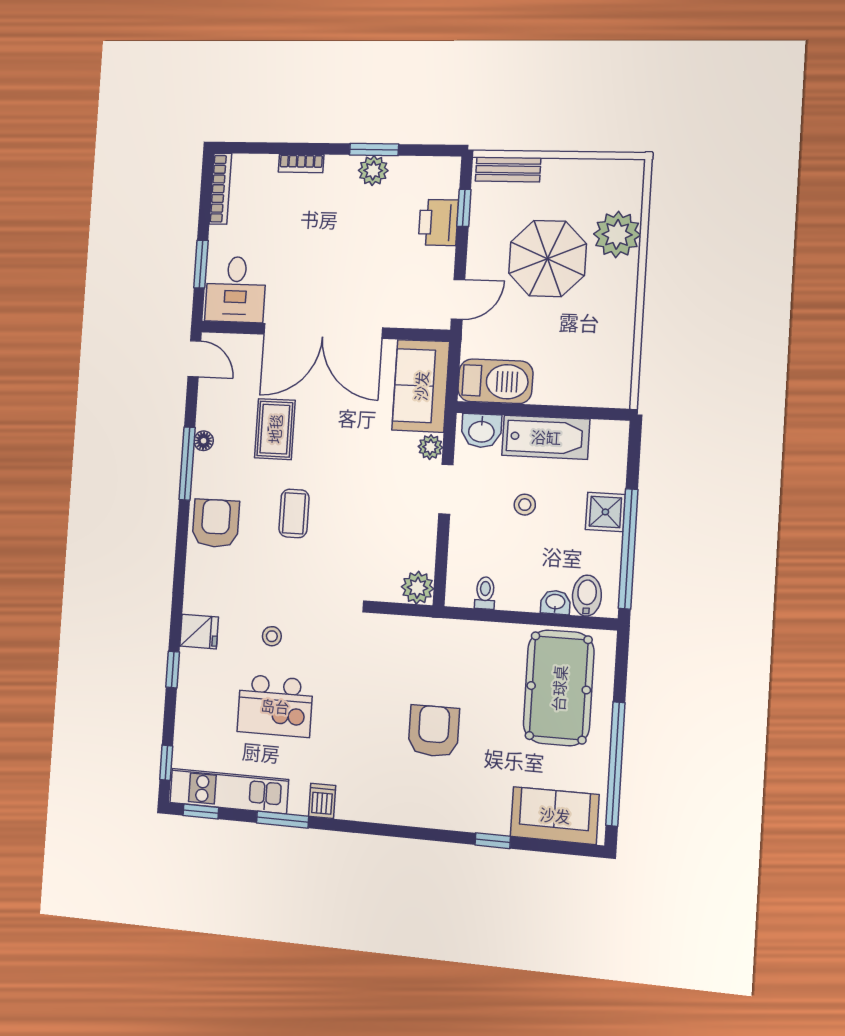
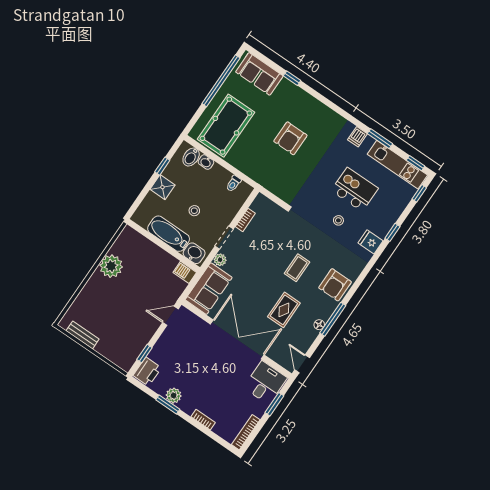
bench: (508, 169) -> (83, 335), moved
printer: (438, 222) -> (147, 372), moved
plant: (617, 234) -> (111, 266), moved
parasol: (547, 259) -> (122, 309), removed
barbecue: (495, 381) -> (185, 272), width x0.53, depth x0.65
bookcase: (428, 542) -> (245, 220), added
window: (628, 549) -> (162, 166), width x0.32
plant: (418, 588) -> (261, 203), removed

